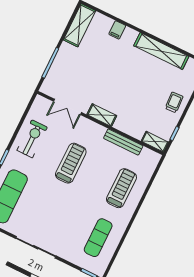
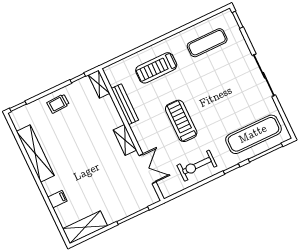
treadmill: (71, 163) -> (181, 121), turned 90

